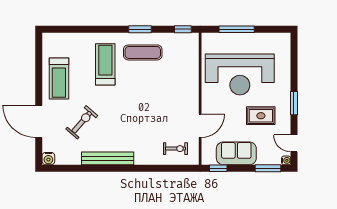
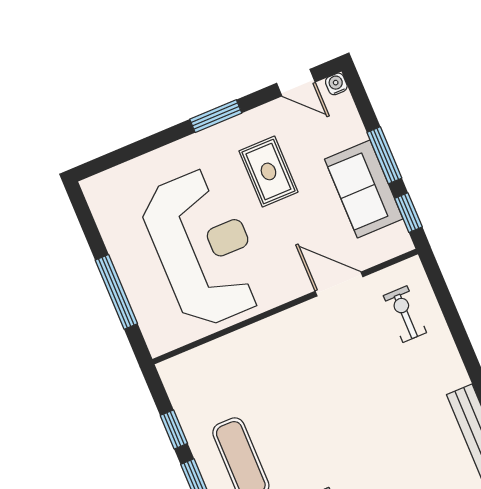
window: (183, 29) -> (174, 429), moved
door: (294, 143) -> (296, 83), hinge flipped
window: (268, 168) -> (384, 155), moved

